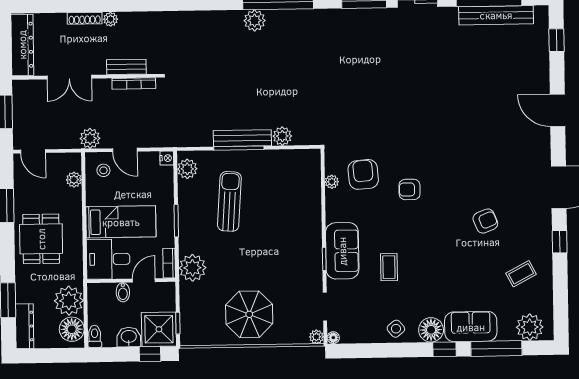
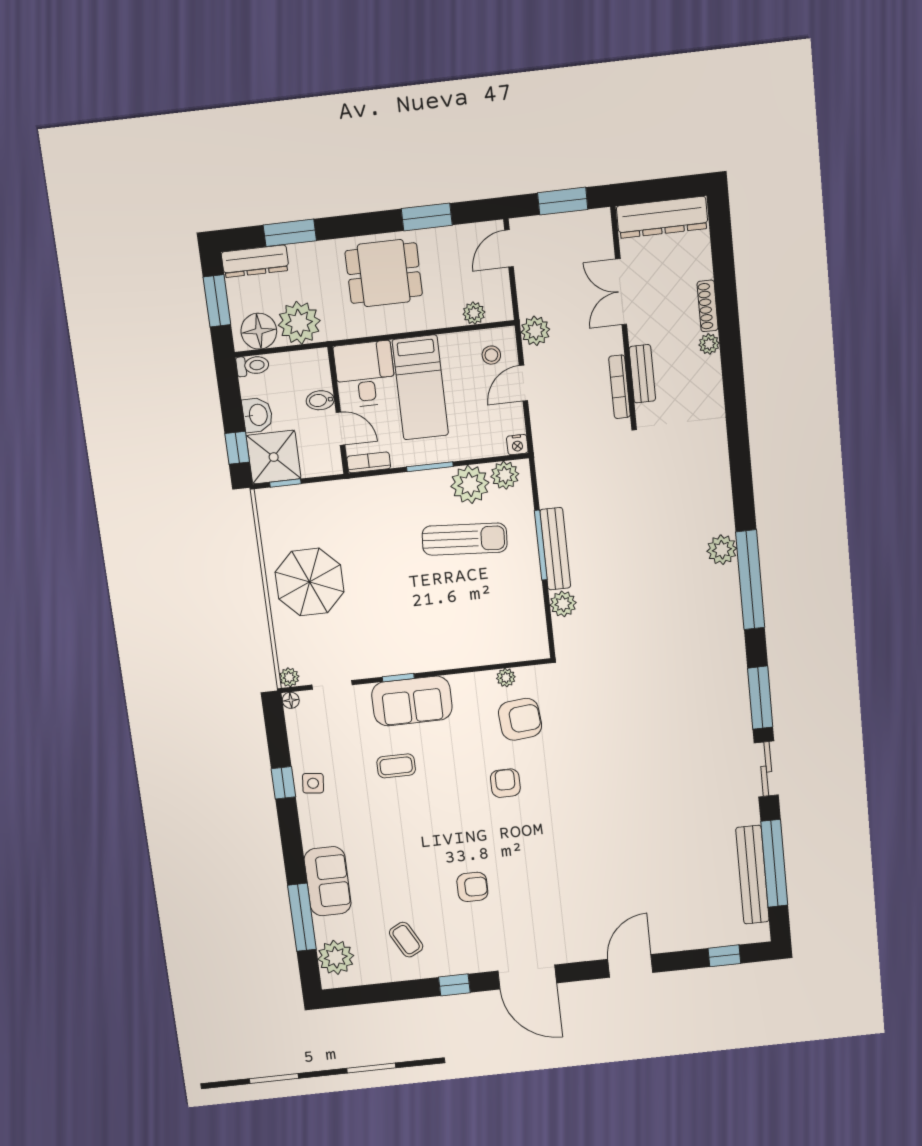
armchair: (485, 221) -> (472, 887), turned -68
plant: (192, 268) -> (470, 484), moved
side table: (396, 329) -> (313, 783), turned 45
floor lamp: (431, 330) -> (317, 830), removed
window: (444, 349) -> (283, 783), moved
window: (49, 356) -> (217, 301), added

